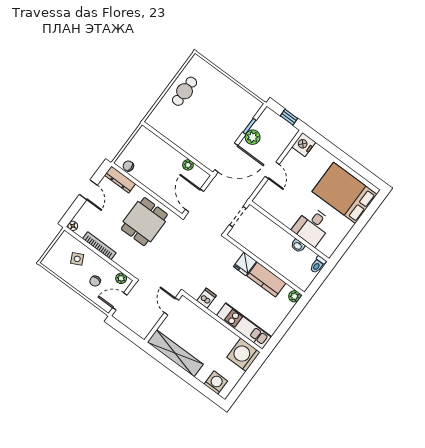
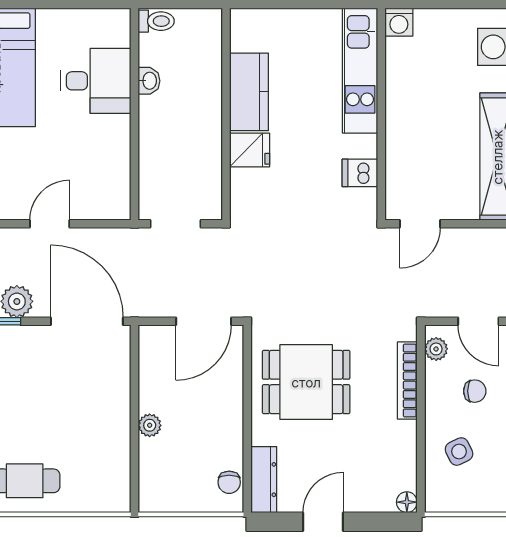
plant: (188, 165) -> (150, 425), moved
bookcase: (99, 246) -> (407, 380), moved
plant: (295, 296) -> (242, 21), removed
washing machine: (243, 355) -> (399, 22), width x0.53, depth x0.53

